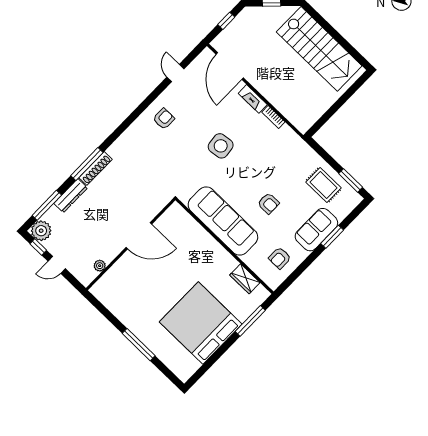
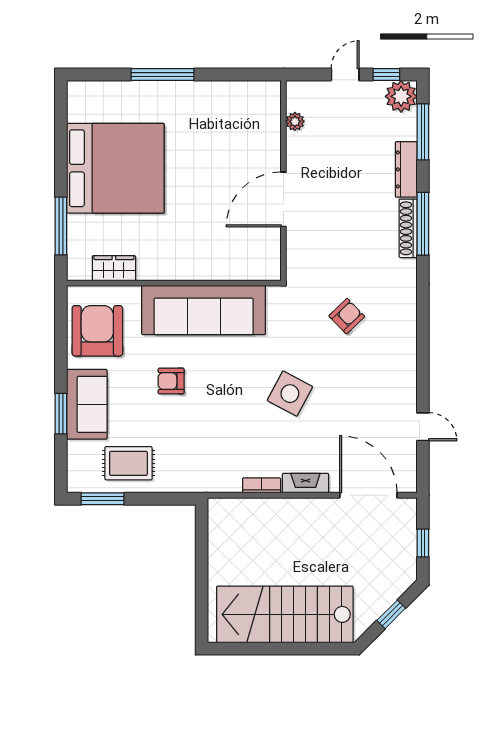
armchair: (164, 119) -> (347, 316), moved, turned -134
side table: (221, 146) -> (290, 394), turned 35
armchair: (280, 258) -> (97, 331), width x1.88, depth x1.88

